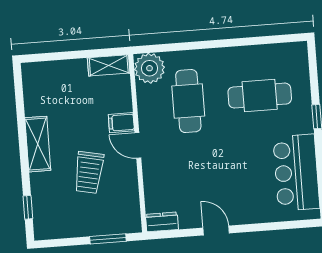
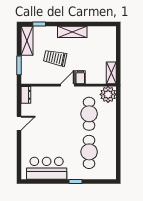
cafe table: (188, 101) -> (89, 114), turned 90
shelving: (61, 228) -> (27, 41), added

